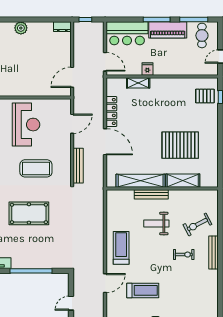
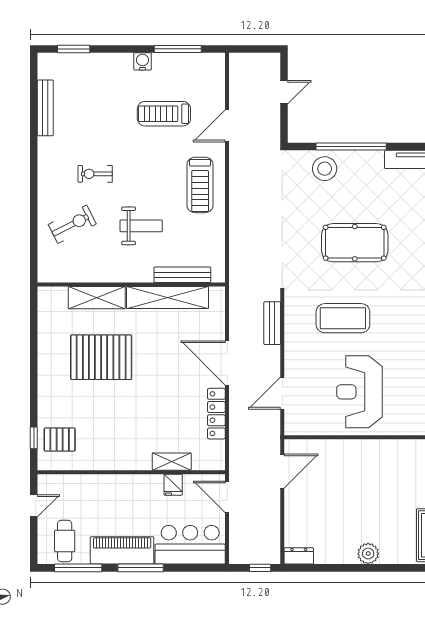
fridge: (147, 69) -> (173, 485), moved
bench: (78, 166) -> (272, 323), width x0.73
bench: (151, 194) -> (182, 275), moved
bench: (213, 252) -> (45, 108), moved
stool: (47, 258) -> (325, 169), added

